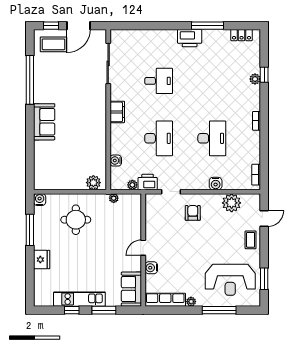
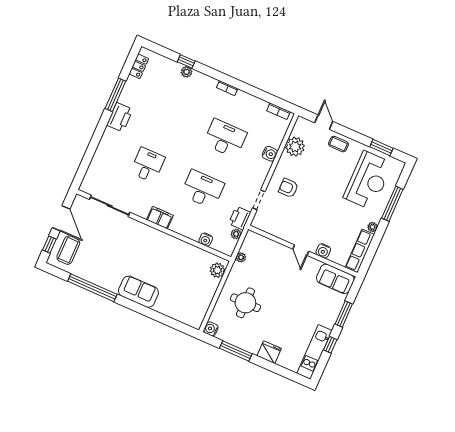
kitchen unit: (79, 299) -> (314, 352), moved

